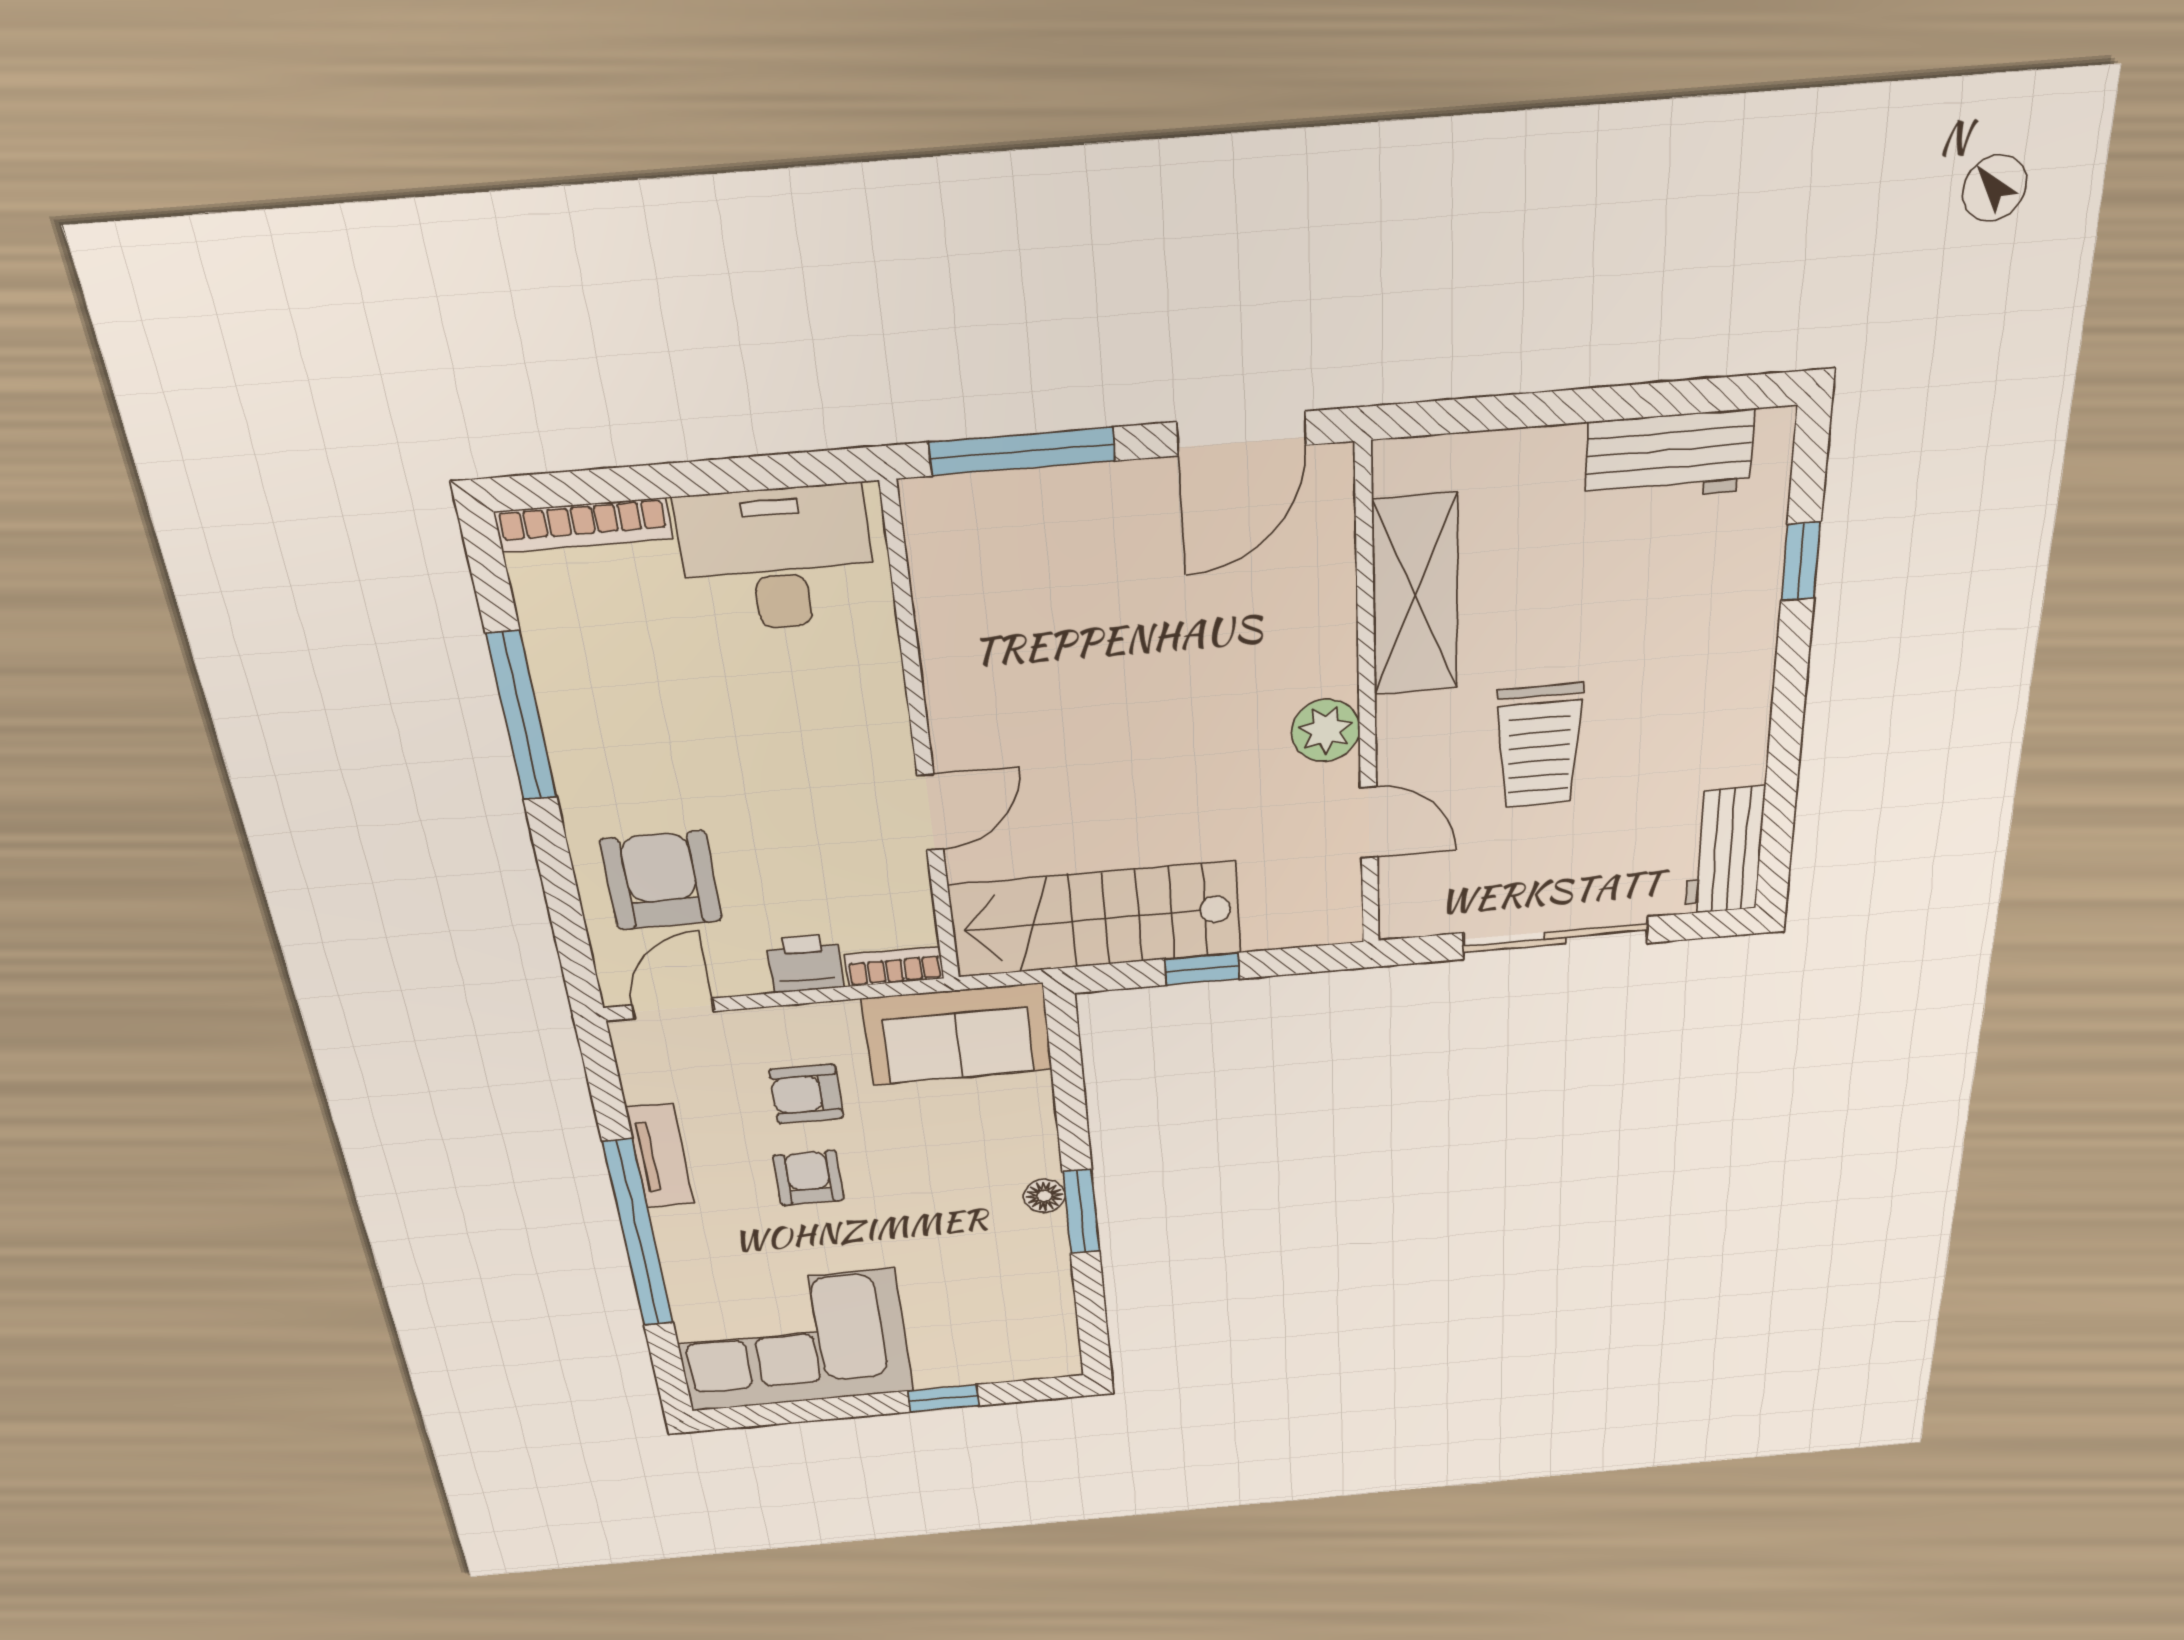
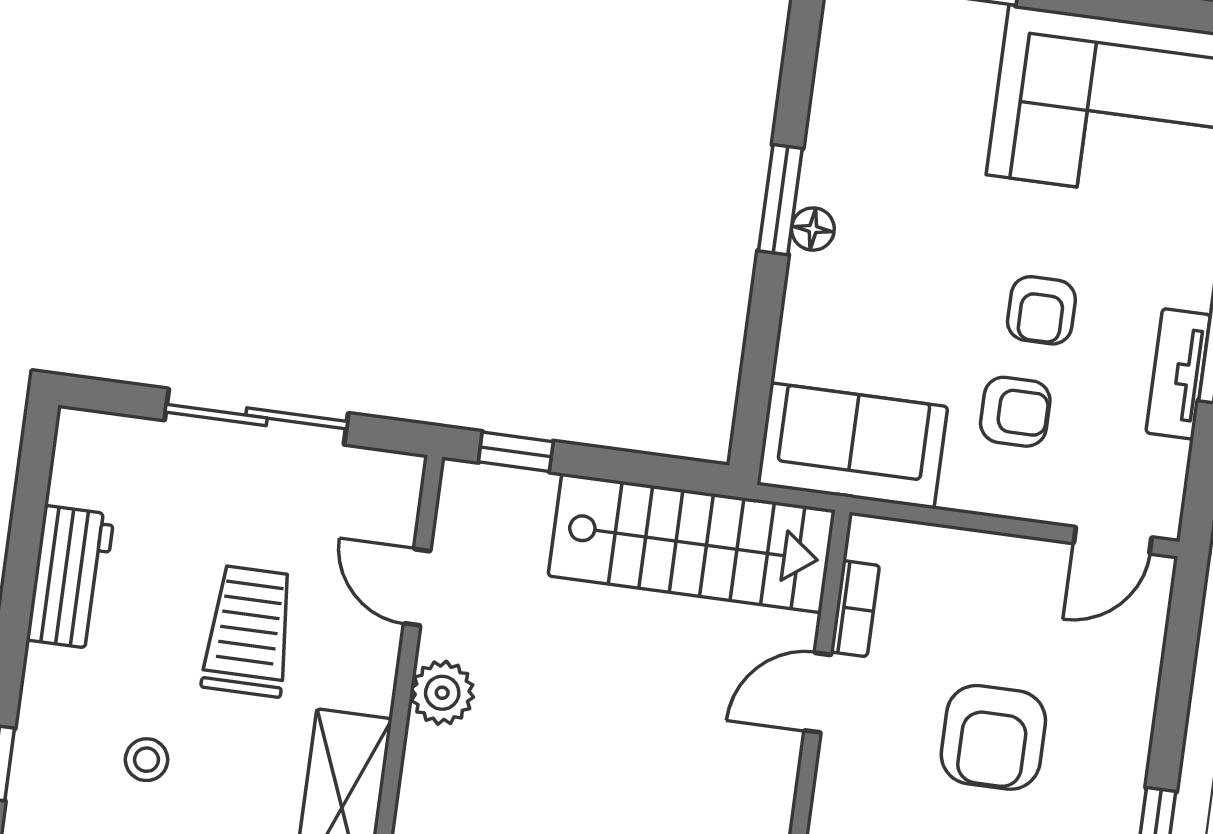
stool: (1635, 599) -> (147, 760), added
workbench: (1725, 850) -> (70, 577), moved
armchair: (661, 880) -> (993, 737), moved
printer: (805, 963) -> (975, 560), removed
bookcase: (894, 967) -> (855, 609), moved, turned -90
window: (1202, 969) -> (516, 452), moved

